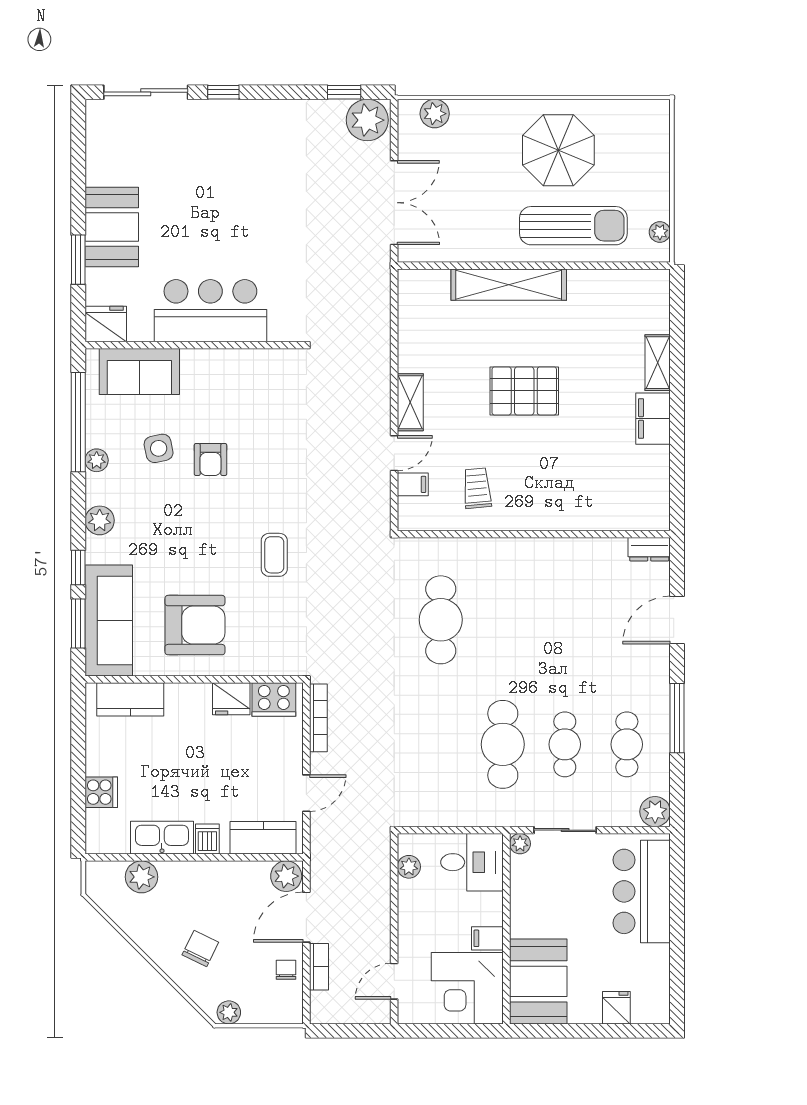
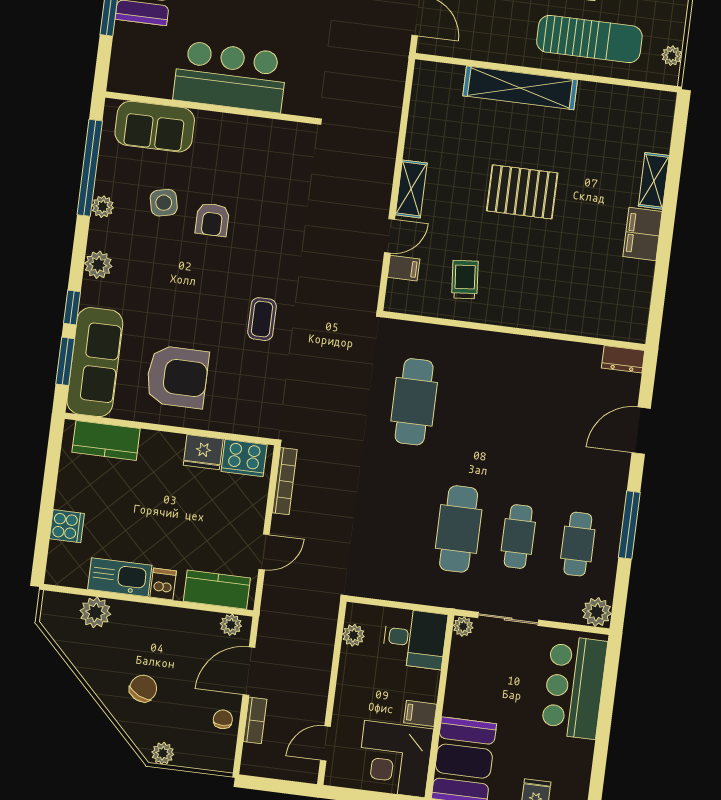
fridge: (106, 324) -> (128, 77), removed
plant: (286, 876) -> (231, 625), width x0.73, depth x0.73

